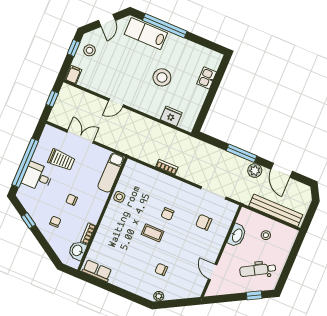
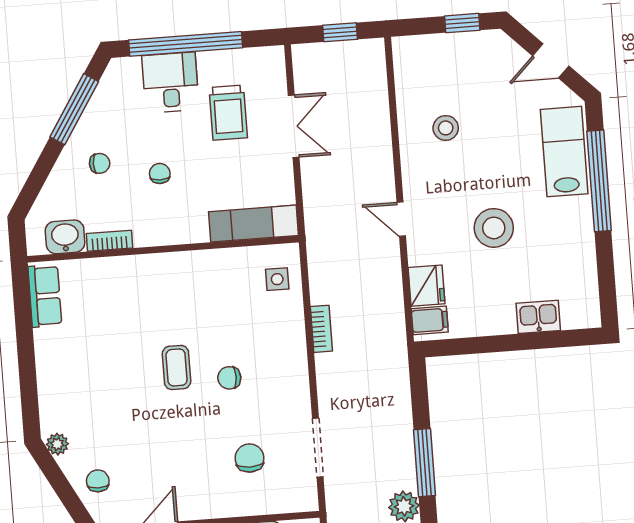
stool: (89, 50) -> (446, 128), moved
filing cabinet: (73, 75) -> (430, 320), moved
door: (116, 103) -> (401, 219), moved
side table: (119, 197) -> (277, 279), moved
window: (28, 221) -> (74, 109), width x2.17
chair: (161, 269) -> (98, 481), moved

